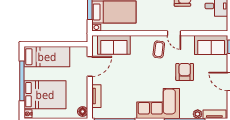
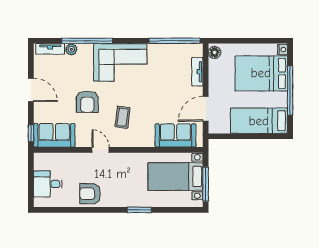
coffee table: (159, 49) -> (122, 117), moved

